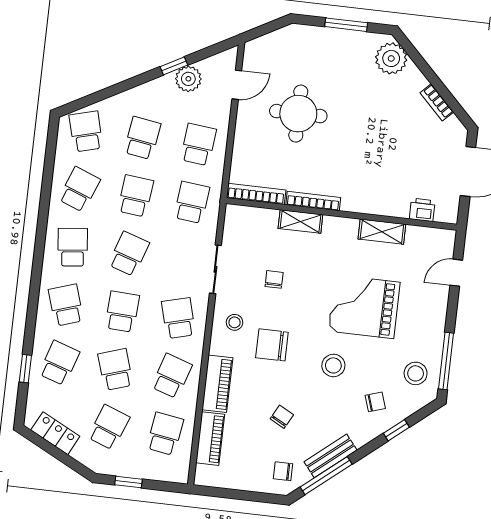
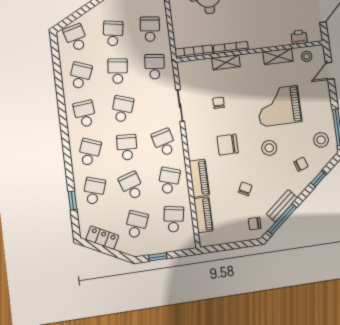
school desk: (66, 305) -> (89, 152), turned 39
stool: (235, 322) -> (307, 56), moved

